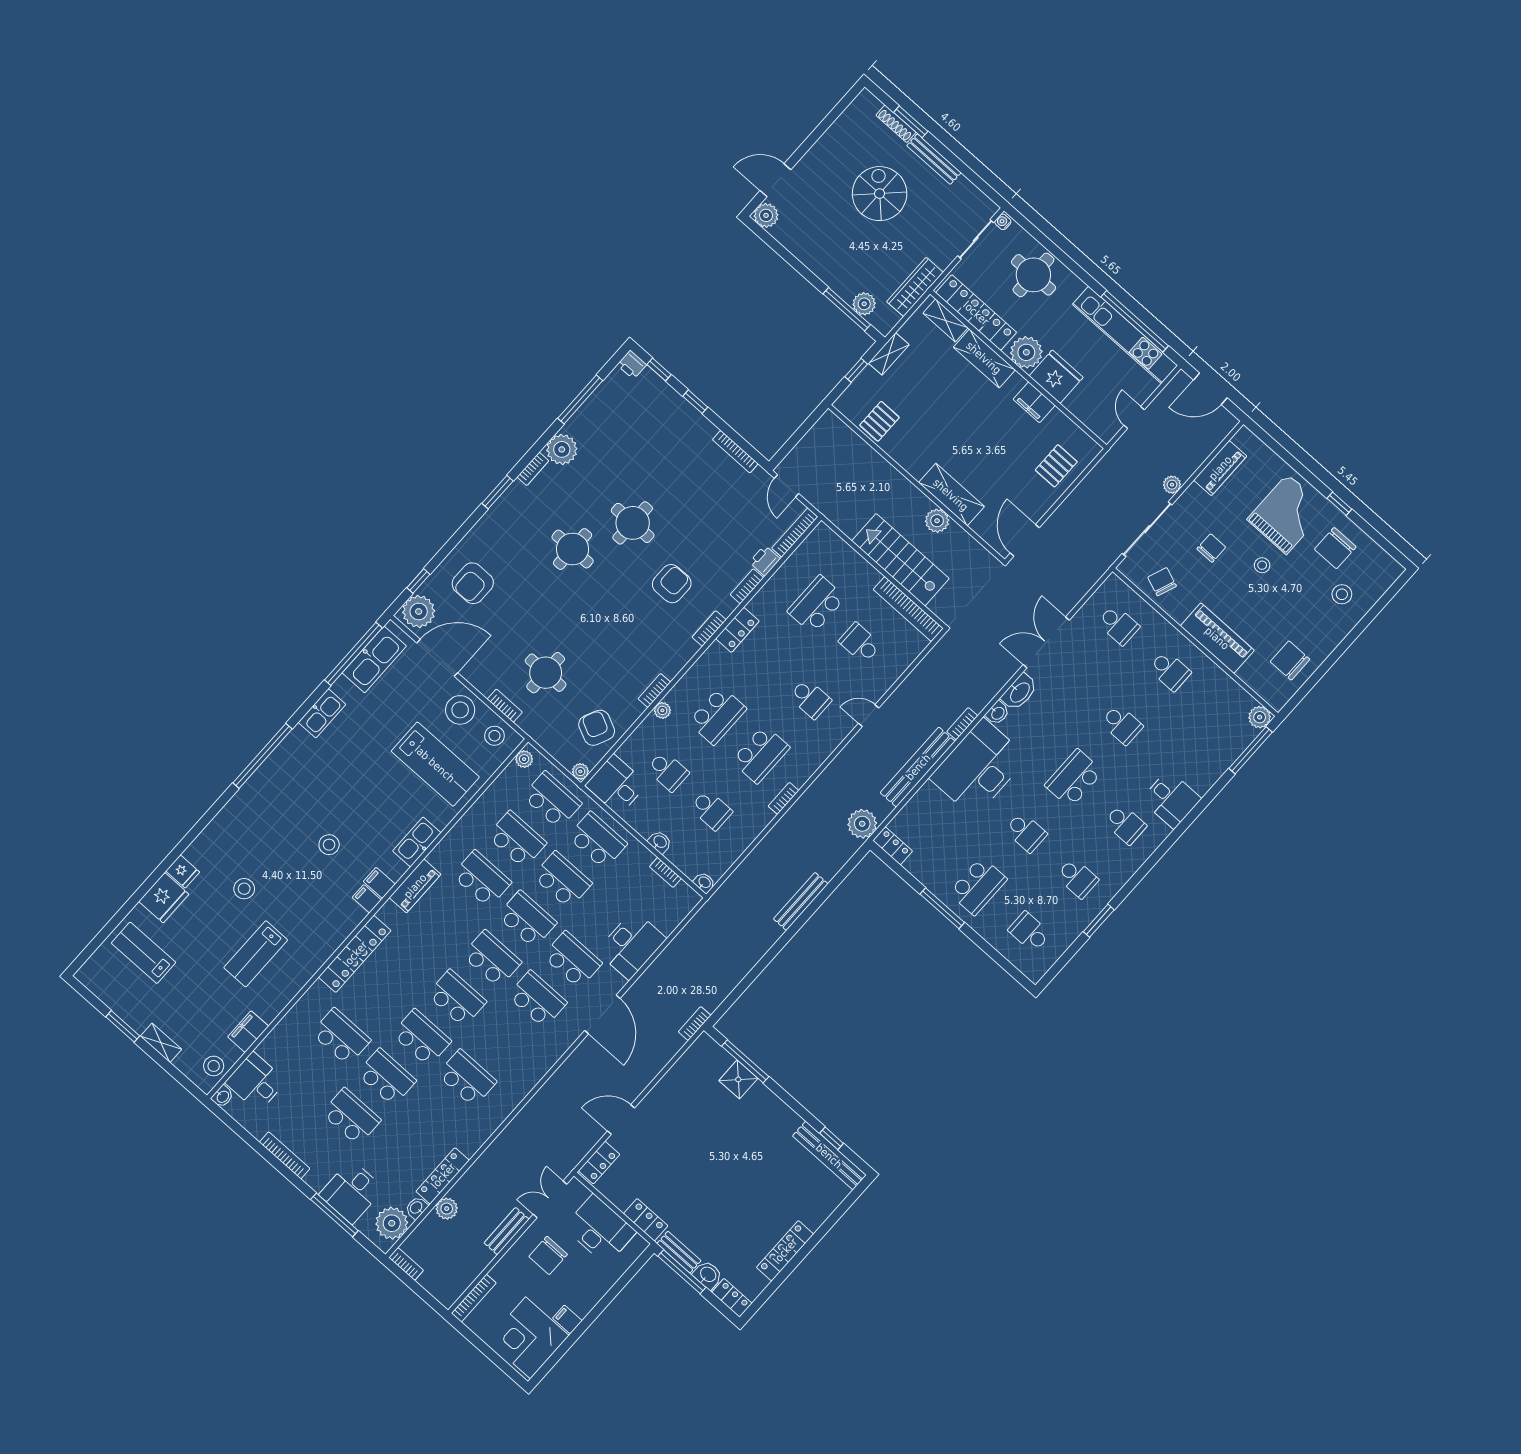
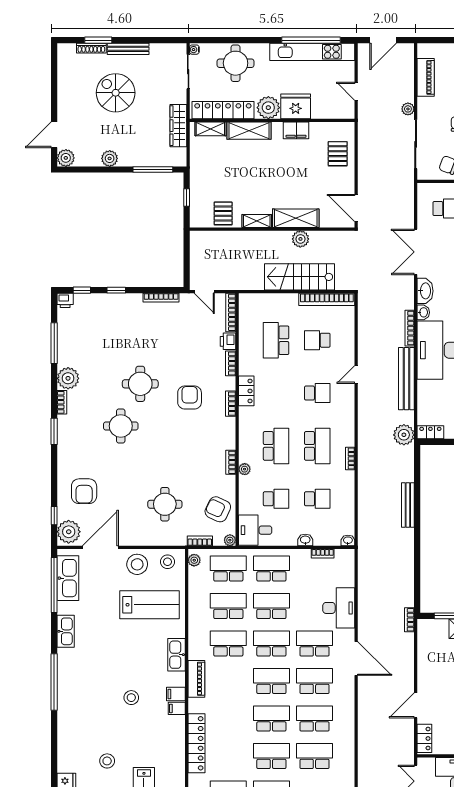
plant: (864, 304) -> (110, 158), moved
shelving: (889, 354) -> (257, 221), moved, turned 90
bookcase: (505, 706) -> (200, 541), moved
bookcase: (962, 724) -> (410, 328), width x1.56
school desk: (502, 1039) -> (314, 719), added

